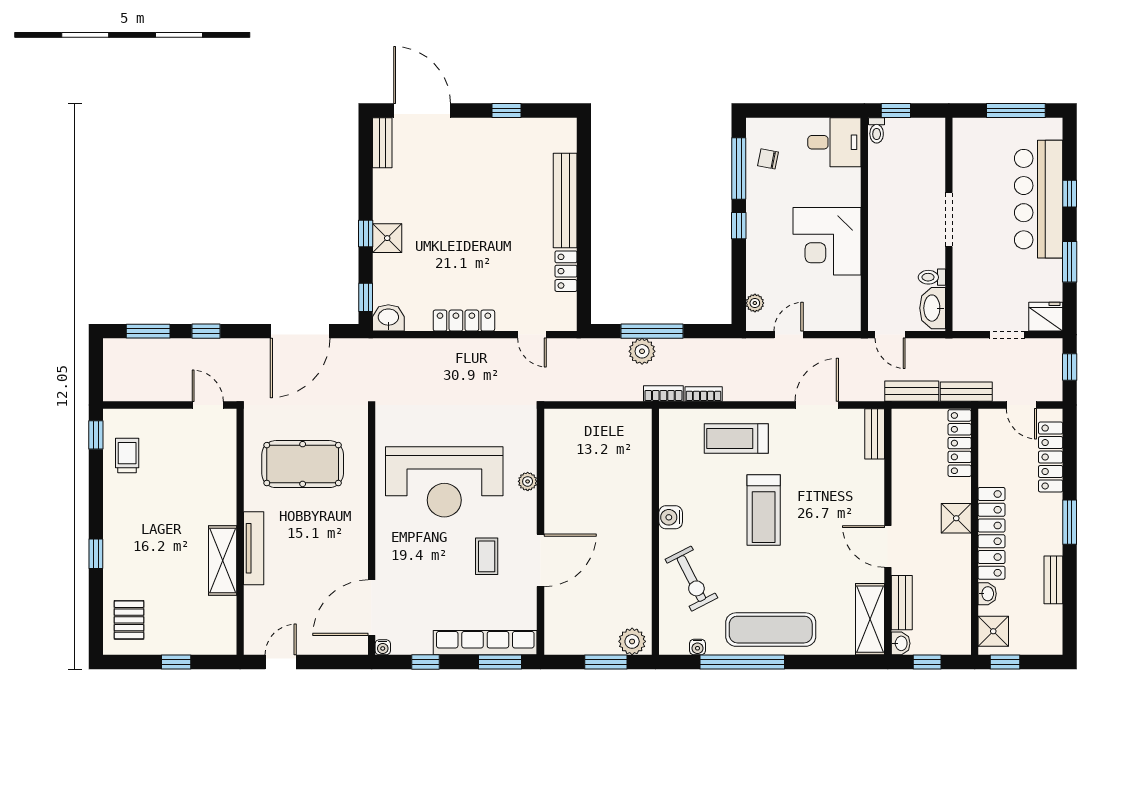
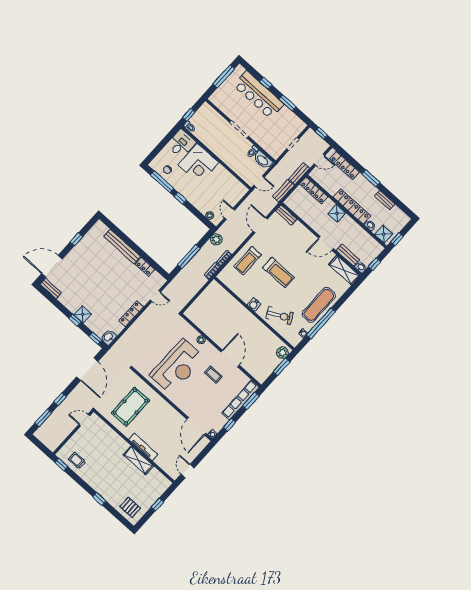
corner desk: (827, 241) -> (198, 163), moved
fridge: (1046, 317) -> (298, 126), removed
plant: (642, 351) -> (216, 239), moved

